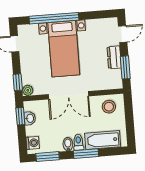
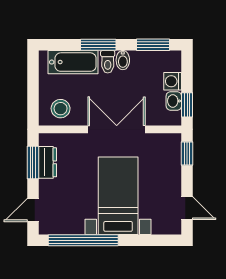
window: (54, 18) -> (83, 240), moved
dresser: (114, 57) -> (48, 162), moved
plant: (28, 90) -> (174, 141), removed
washing machine: (33, 143) -> (173, 81), moved

